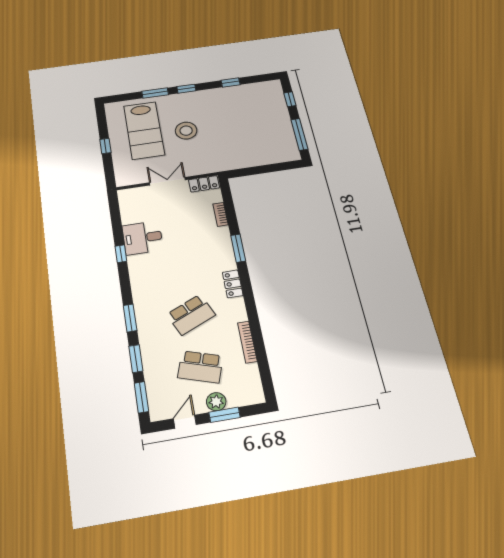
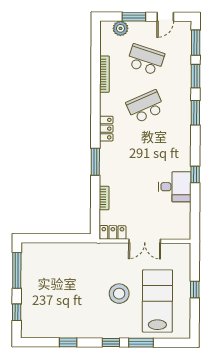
plant: (216, 402) -> (120, 28), moved

